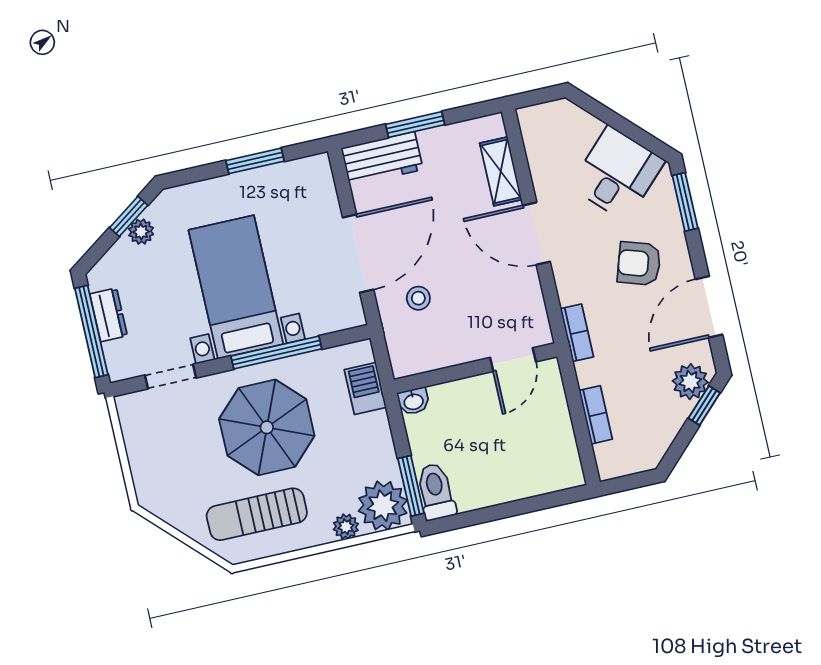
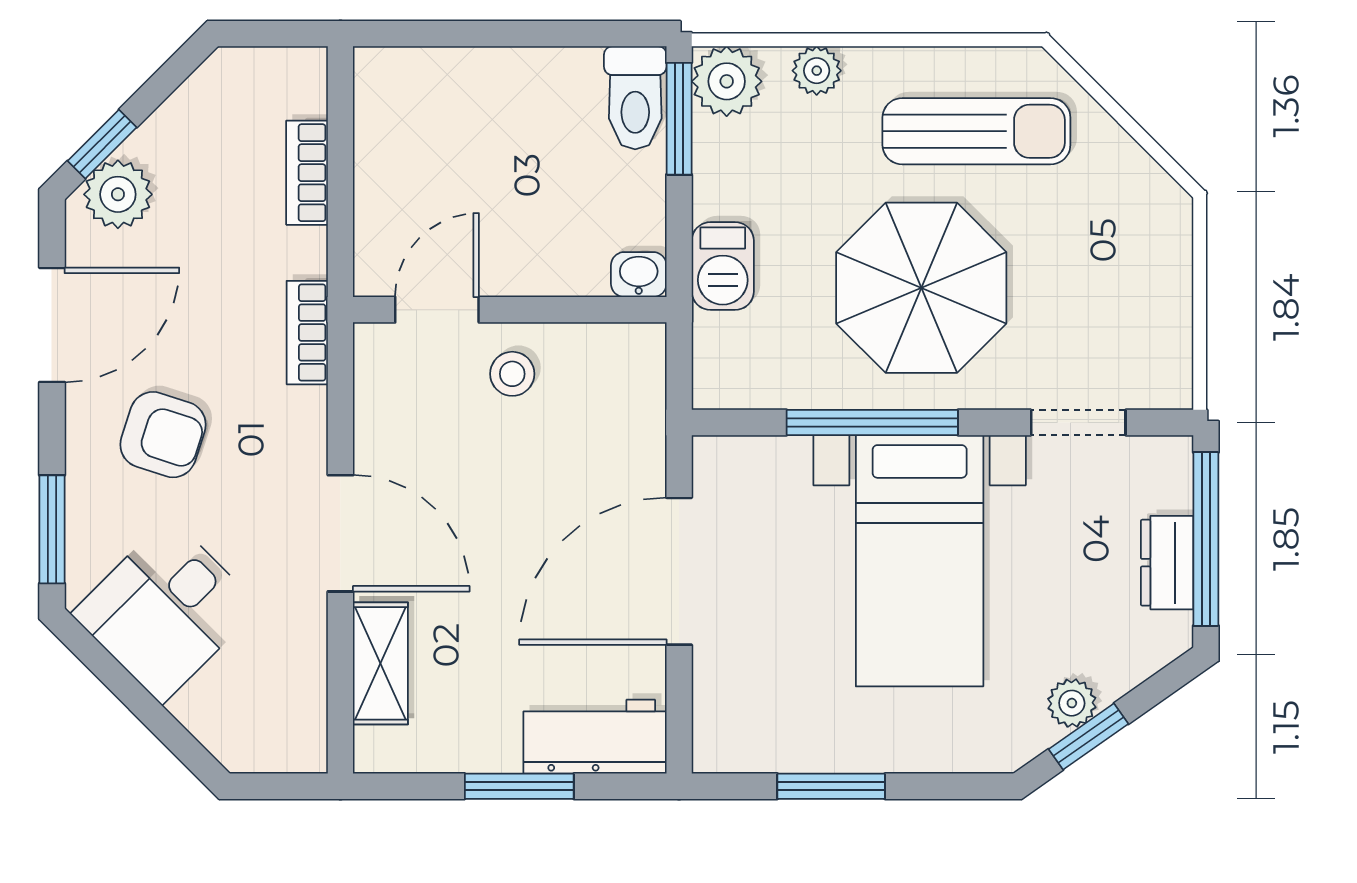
stool: (418, 298) -> (512, 374), moved
barbecue: (365, 388) -> (723, 266), moved
plant: (383, 506) -> (727, 81), width x0.73, depth x0.73

